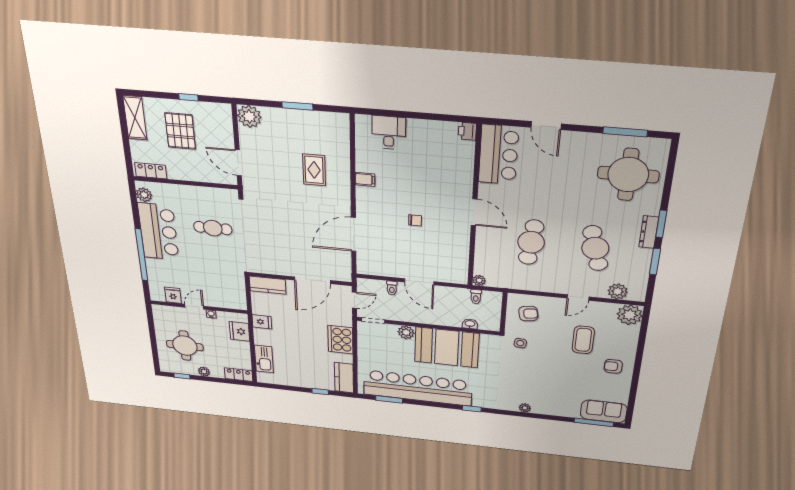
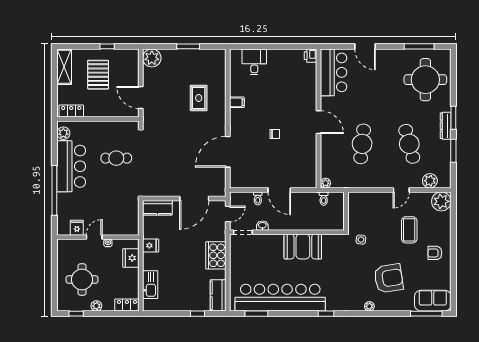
armchair: (528, 314) -> (389, 278), moved, width x1.88, depth x1.88
washbasin: (470, 324) -> (262, 226), moved
plant: (406, 332) -> (270, 241), removed
booth: (447, 347) -> (303, 247), width x0.73, depth x0.70

